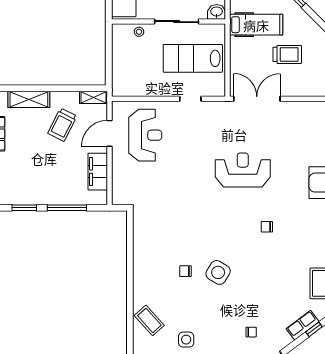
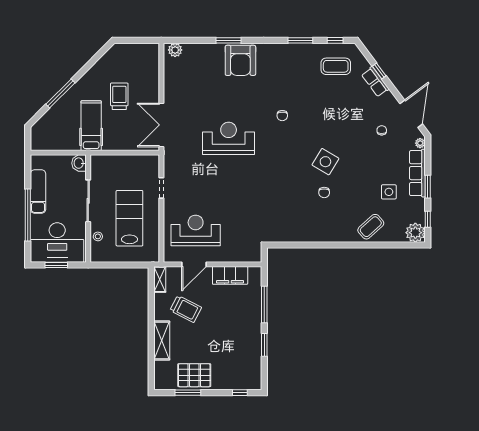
lab bench: (193, 58) -> (129, 218), moved, turned 180
door: (109, 133) -> (194, 264), hinge flipped
reception desk: (243, 170) -> (229, 138), turned 90

